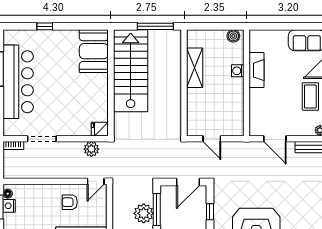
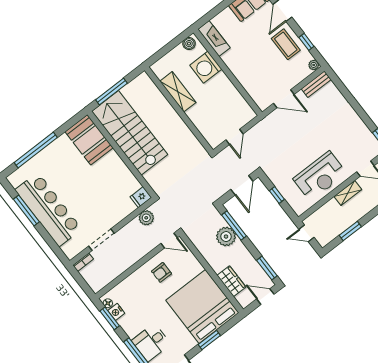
window: (45, 26) -> (36, 150), width x3.17
window: (155, 26) -> (111, 92), moved
fireplace: (256, 70) -> (214, 38), moved
washing machine: (238, 71) -> (206, 67), width x1.89, depth x1.89
door: (212, 139) -> (234, 137), hinge flipped
door: (96, 181) -> (169, 241), hinge flipped

